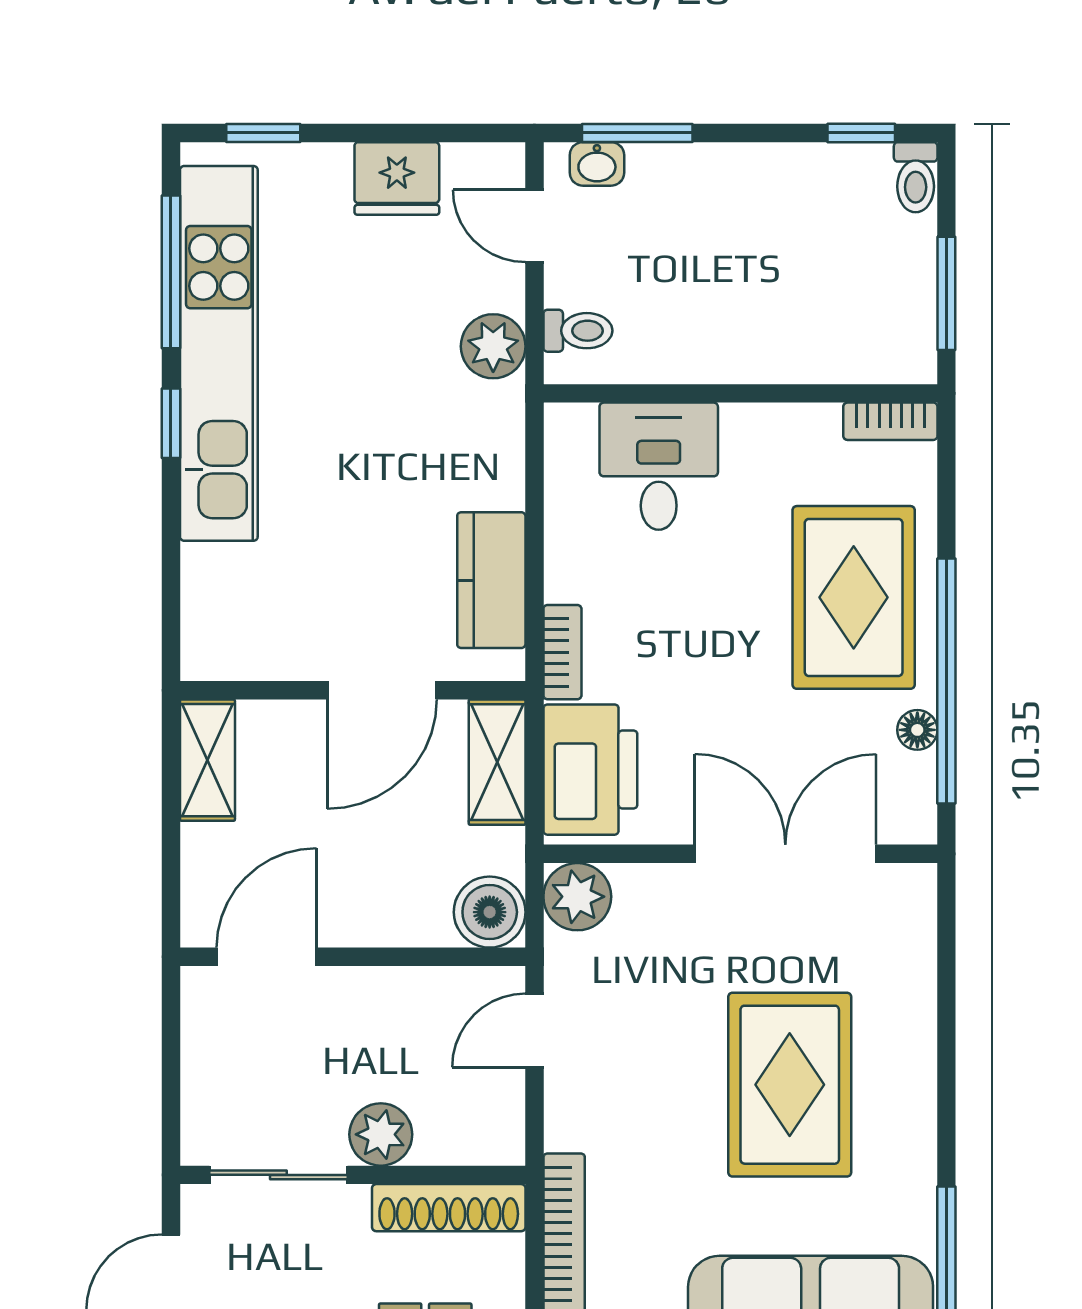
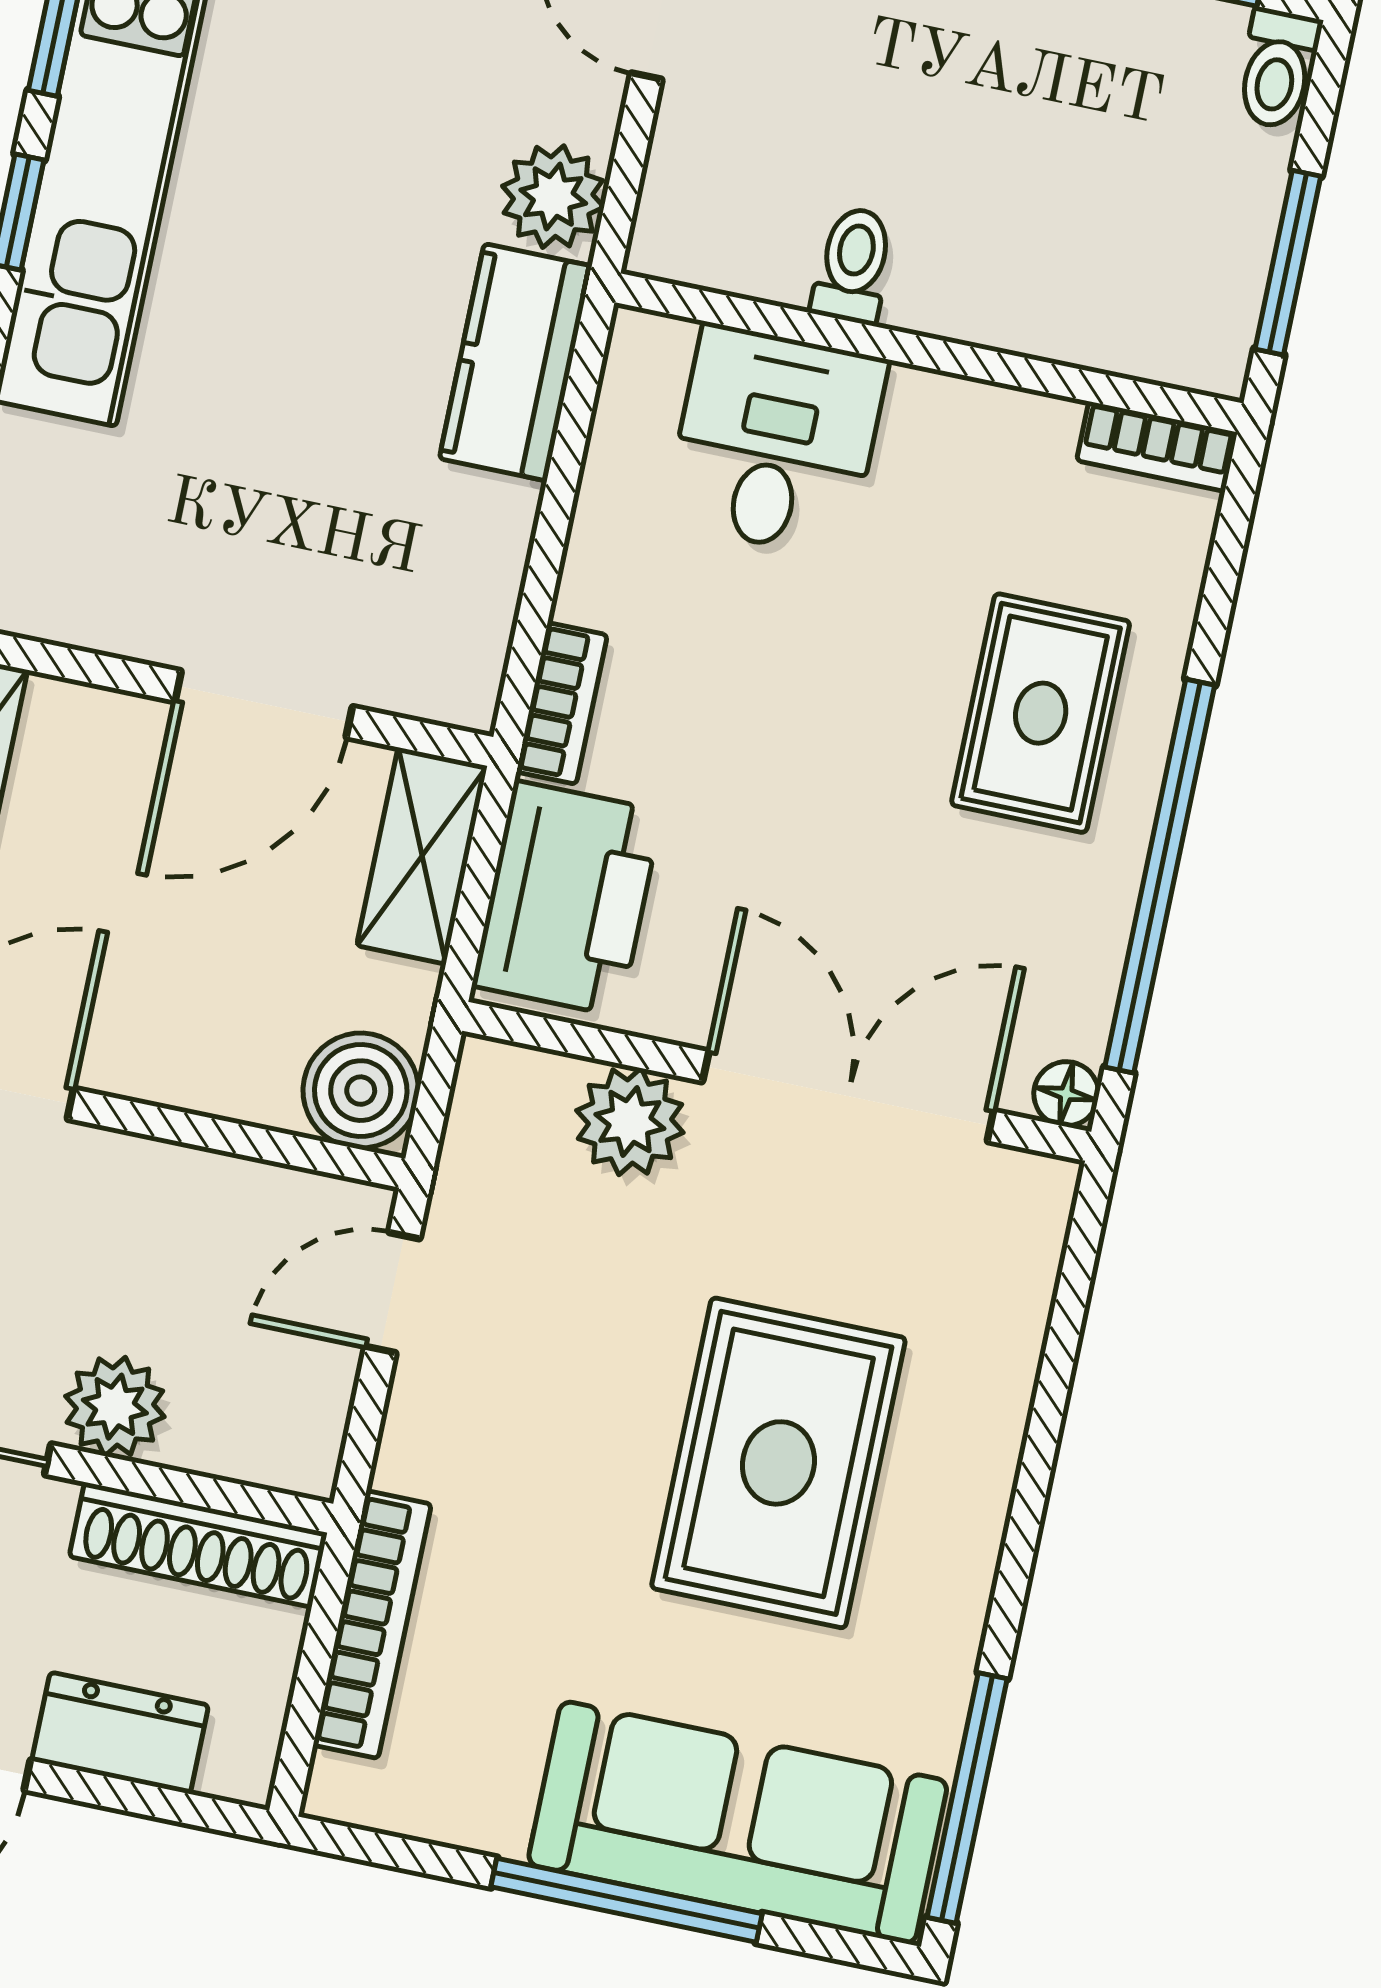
toilet: (578, 331) -> (853, 265), moved, turned -90
kitchen counter: (491, 580) -> (516, 362), moved
rug: (854, 597) -> (1041, 713), width x0.73, depth x0.70
floor lamp: (917, 730) -> (1066, 1094), moved
plant: (577, 897) -> (630, 1121), moved

